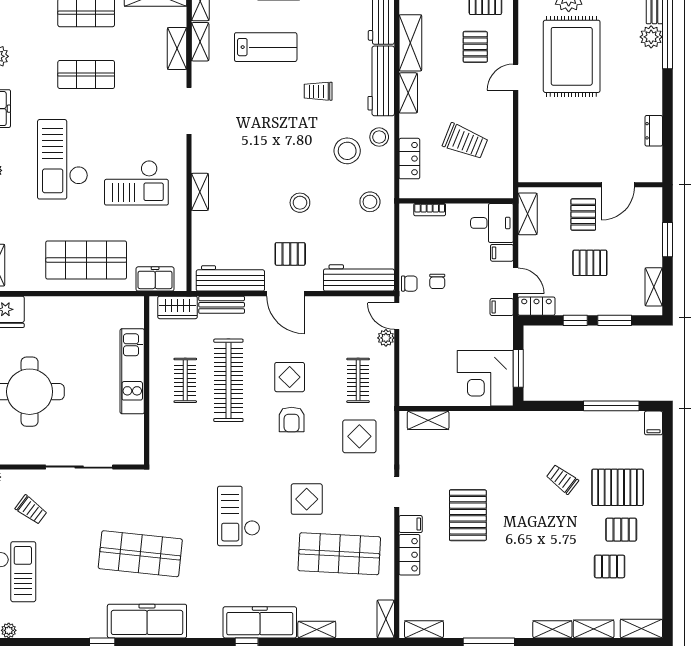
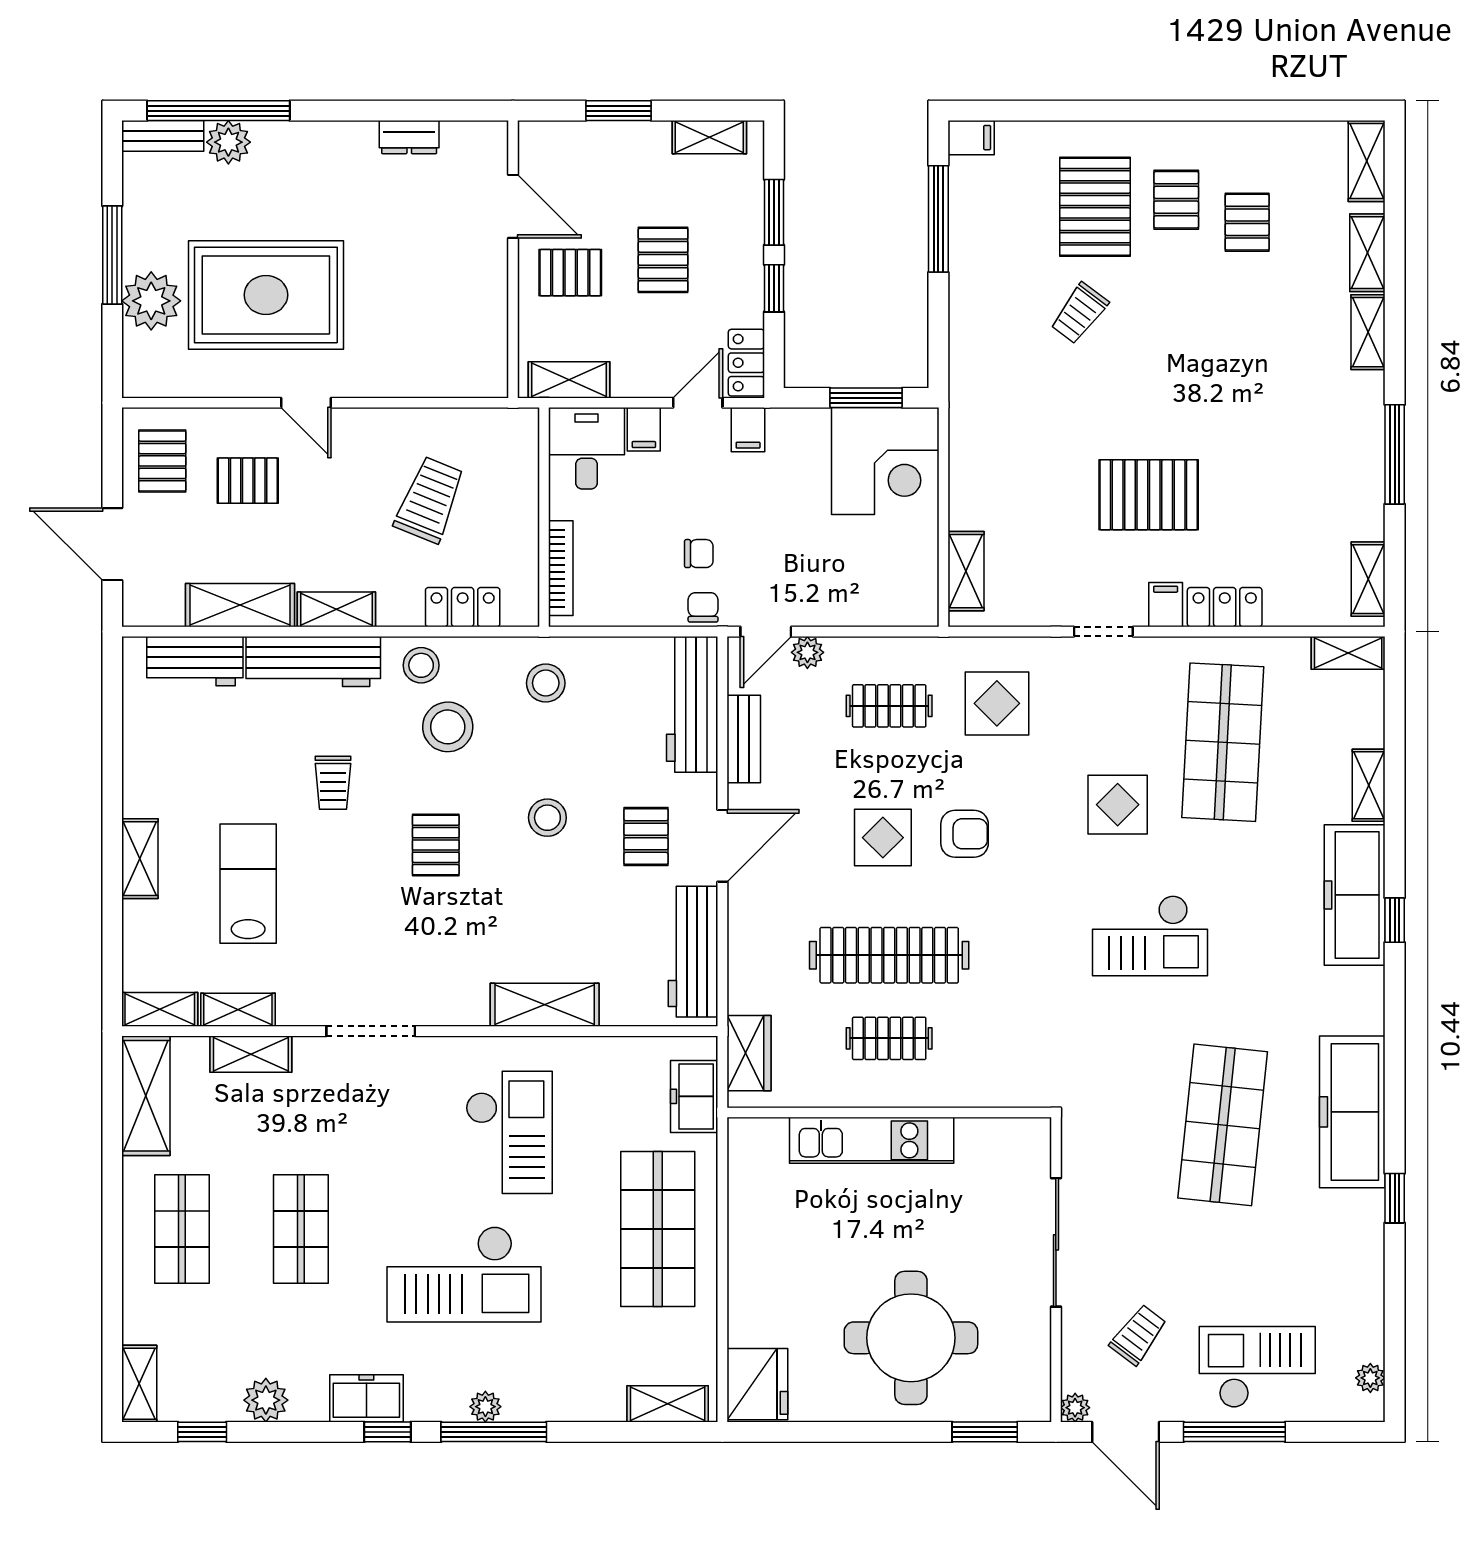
pallet: (286, 145) -> (436, 845), added
shelving: (200, 192) -> (545, 1005), width x1.50, depth x1.33
bookcase: (430, 210) -> (561, 568), width x1.56
bench: (222, 305) -> (744, 739), moved

